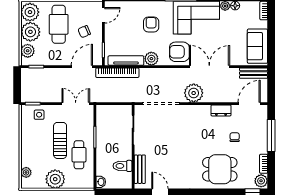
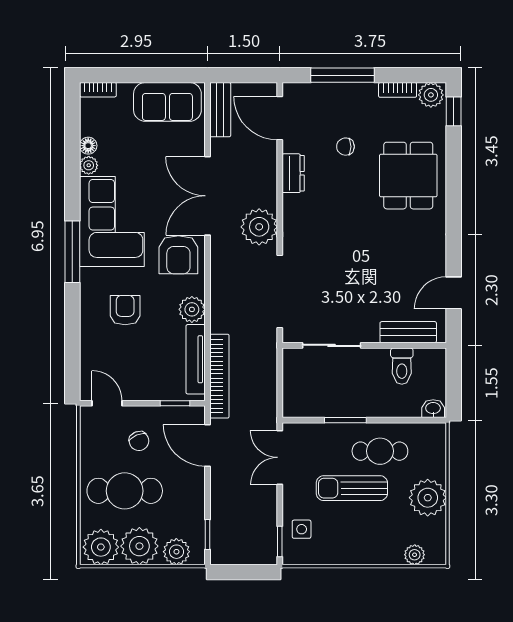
armchair: (151, 25) -> (125, 310), turned 90

